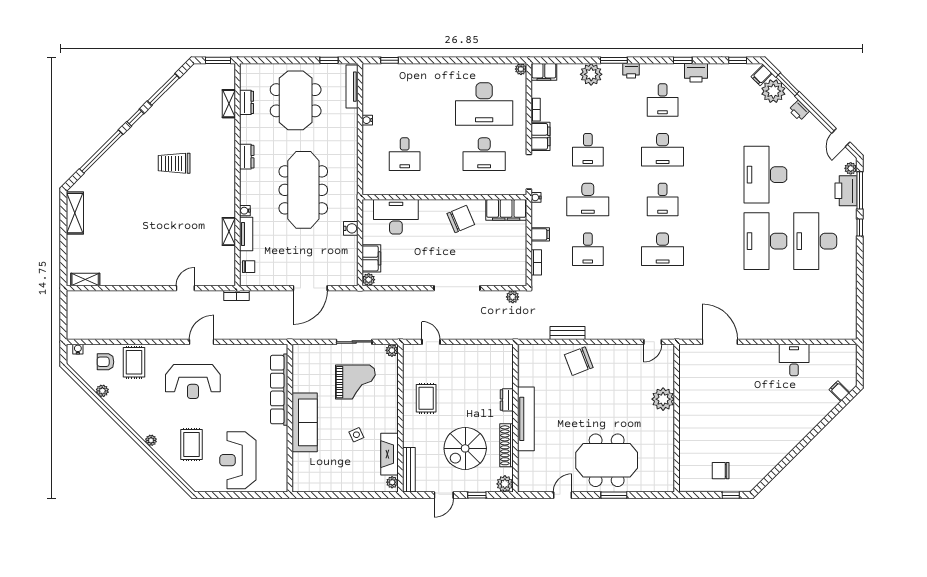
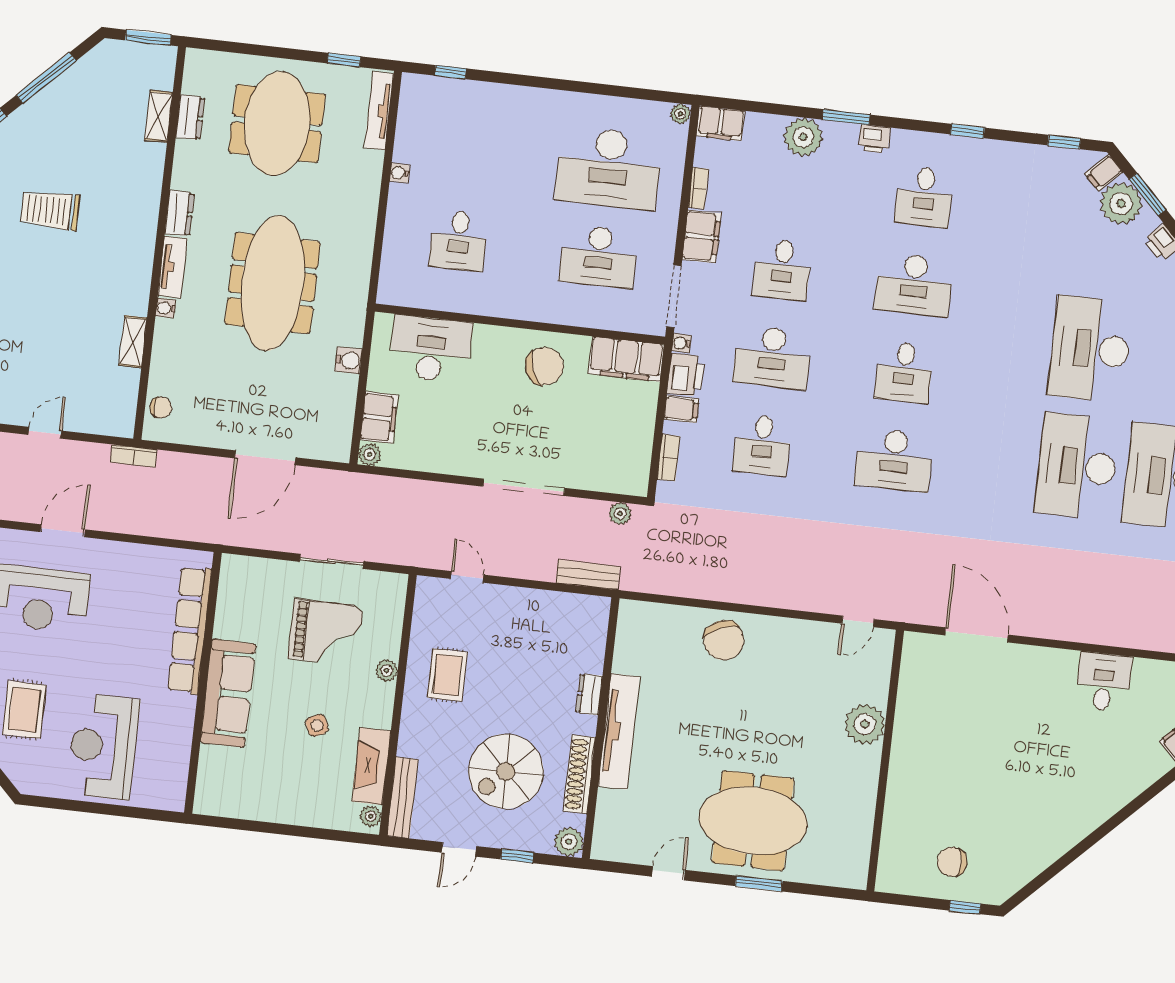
printer: (696, 73) -> (686, 375), moved, turned -90
tv unit: (246, 234) -> (172, 267), moved
bench: (568, 333) -> (588, 575), moved
plant: (392, 350) -> (387, 671), moved
chair: (579, 361) -> (724, 640), turned -93

